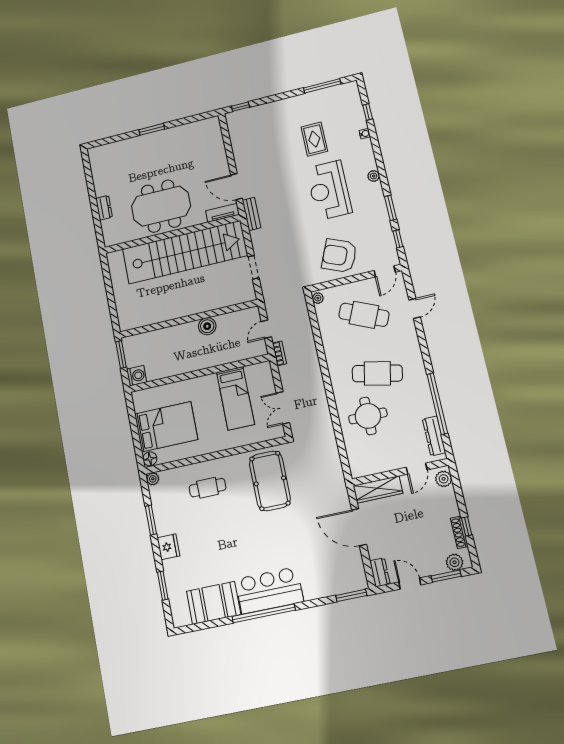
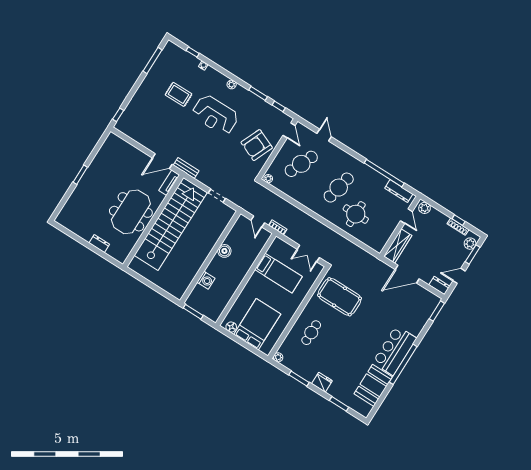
washing machine: (137, 376) -> (206, 280), moved, turned 90
floor lamp: (150, 459) -> (231, 327), moved

